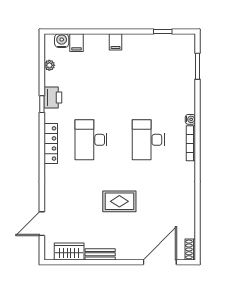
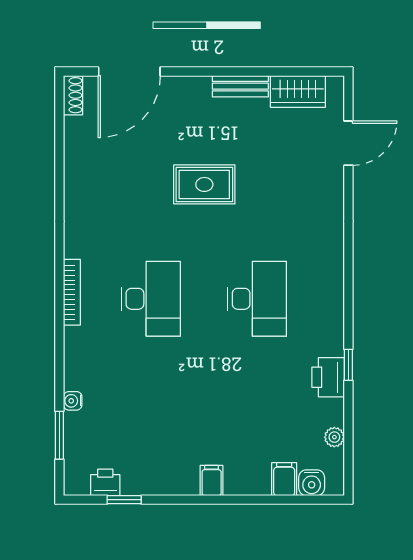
printer: (173, 41) -> (105, 482), added
water cooler: (190, 119) -> (73, 401), moved
locker: (51, 143) -> (332, 292), removed

